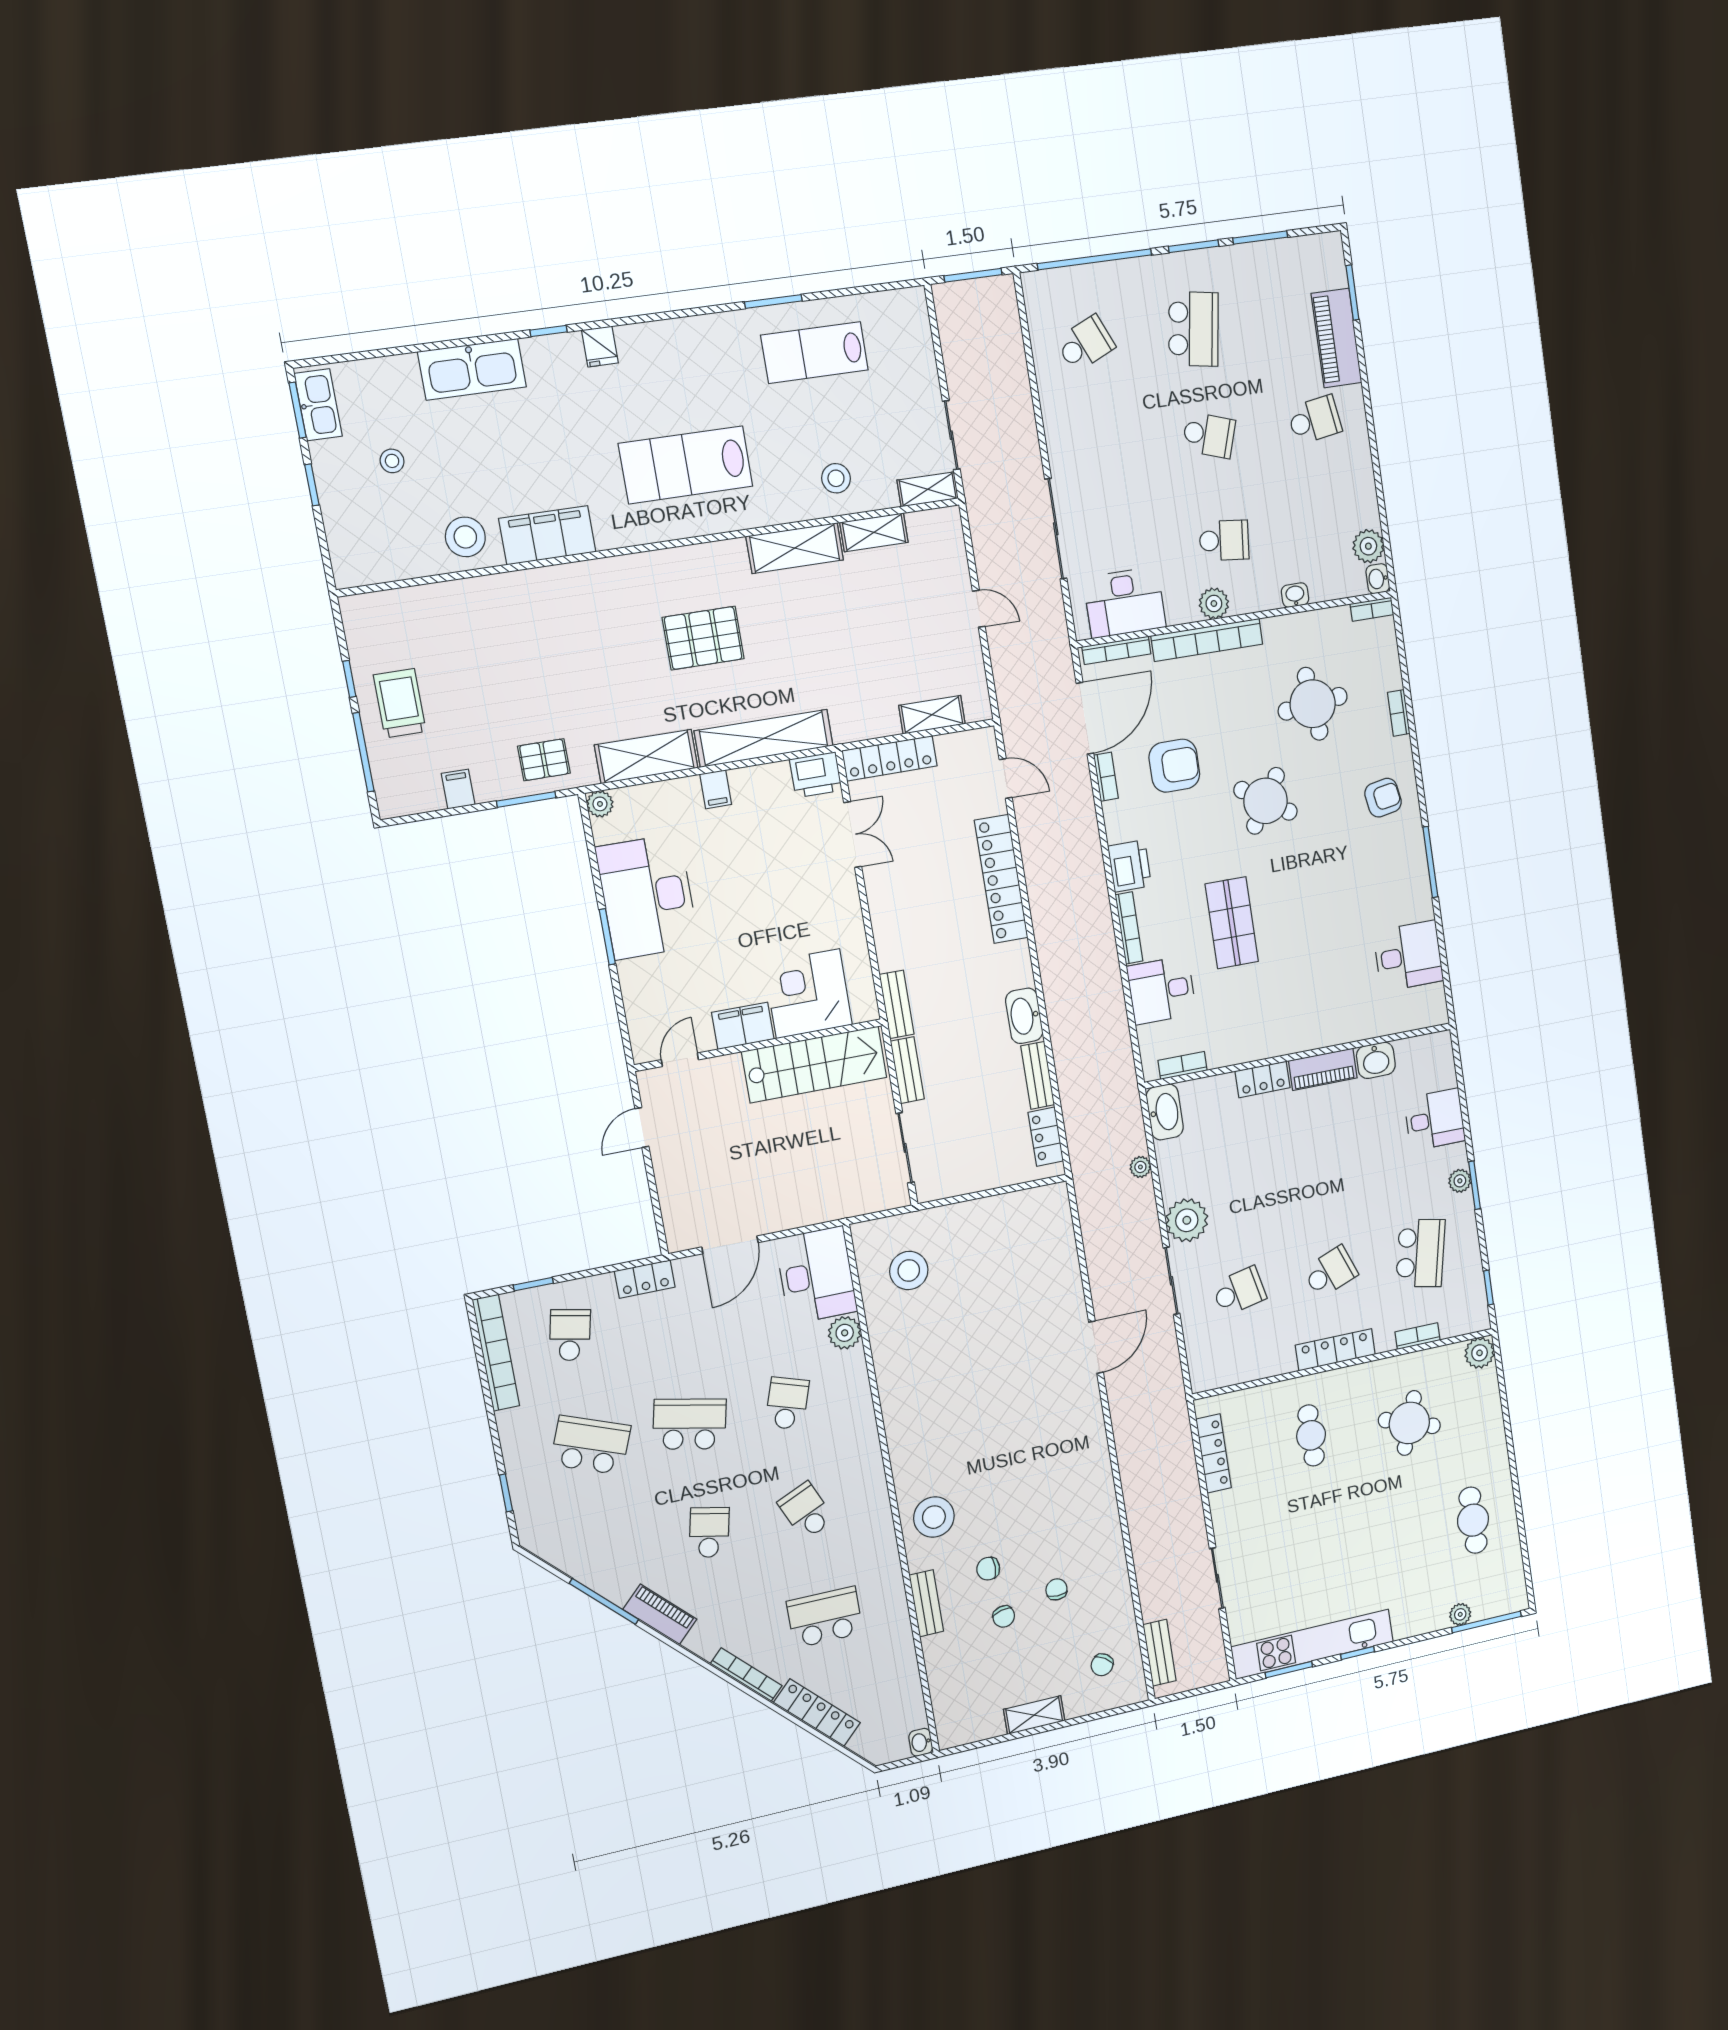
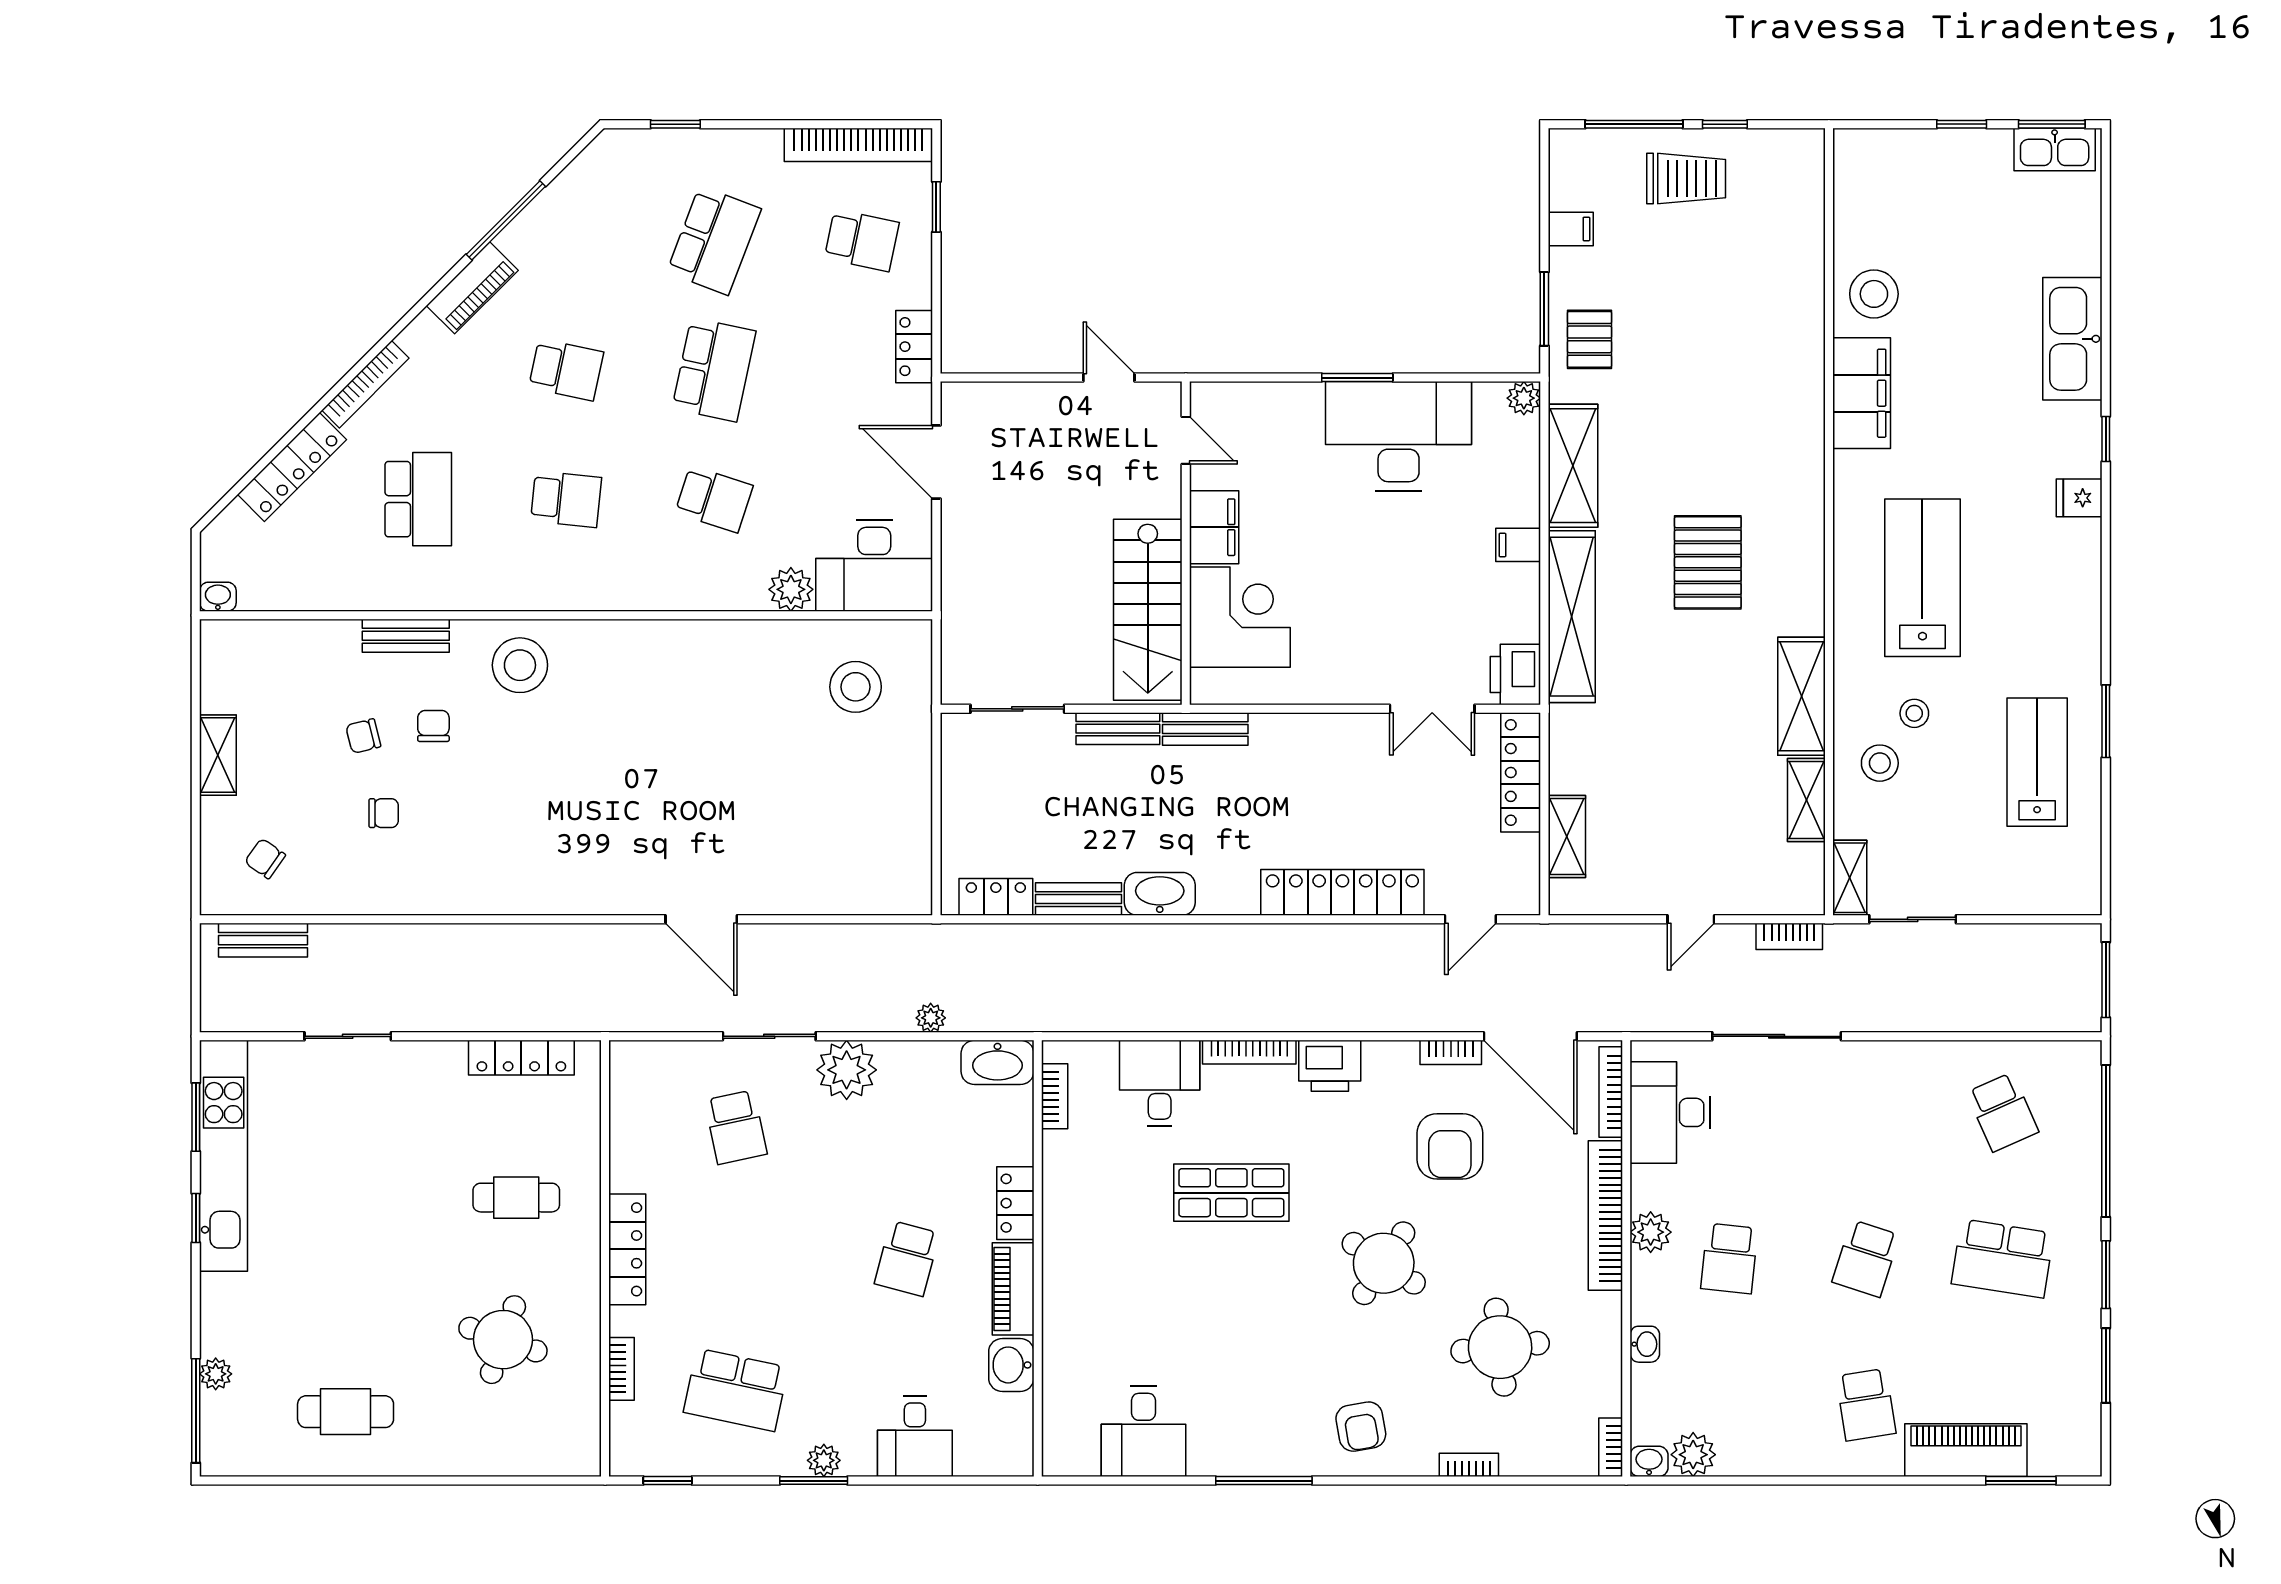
stool: (392, 461) -> (1914, 713), moved
bookcase: (980, 530) -> (1789, 936), added
school desk: (1330, 1272) -> (907, 1258), moved, turned 36
plant: (1480, 1353) -> (579, 1455), removed
school desk: (806, 1511) -> (566, 499), turned 30

